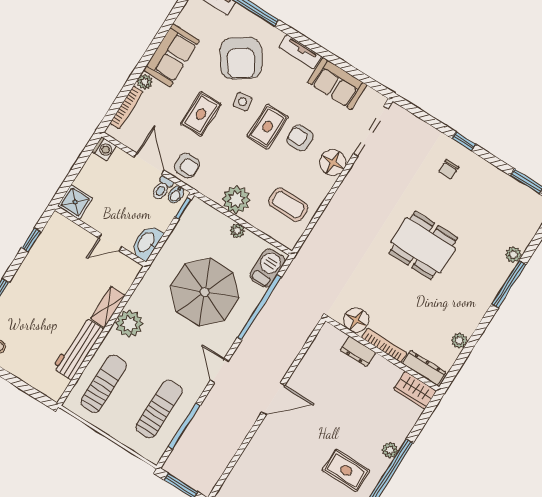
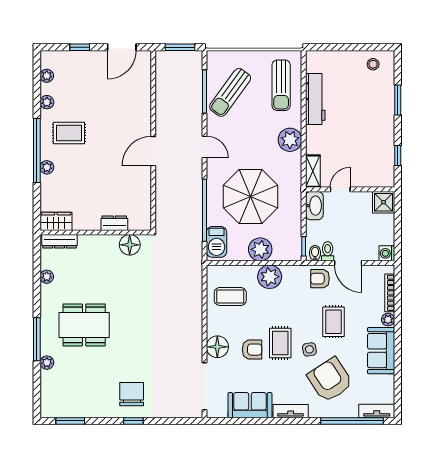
chair: (449, 169) -> (132, 394), width x1.87, depth x1.87
plant: (237, 231) -> (260, 249), width x1.88, depth x1.88
dining table: (423, 245) -> (84, 325), moved
shelving: (108, 307) -> (313, 171), moved
bookcase: (384, 345) -> (98, 240), removed
sun lounger: (159, 409) -> (230, 92), turned 36

